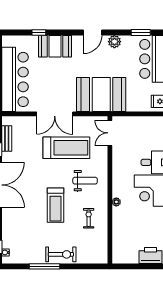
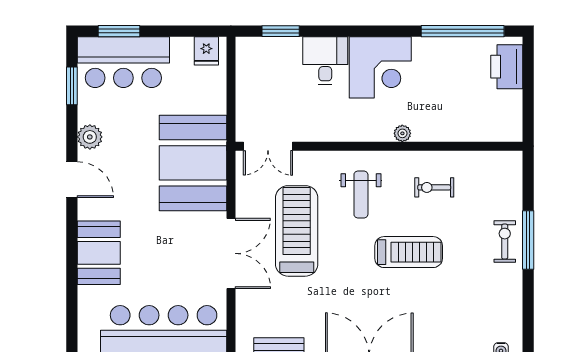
window: (39, 32) -> (72, 284), removed
weight bench: (85, 181) -> (361, 194), turned 180
exercise bike: (61, 254) -> (505, 242), width x0.73, depth x0.72
window: (45, 266) -> (528, 240), moved

